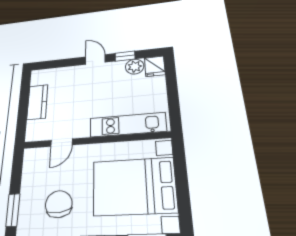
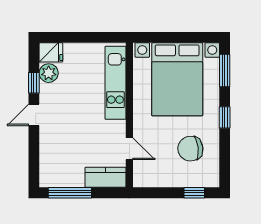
window: (24, 95) -> (70, 193), added
kitchen counter: (37, 102) -> (105, 177), moved
window: (13, 210) -> (194, 193), width x0.67

